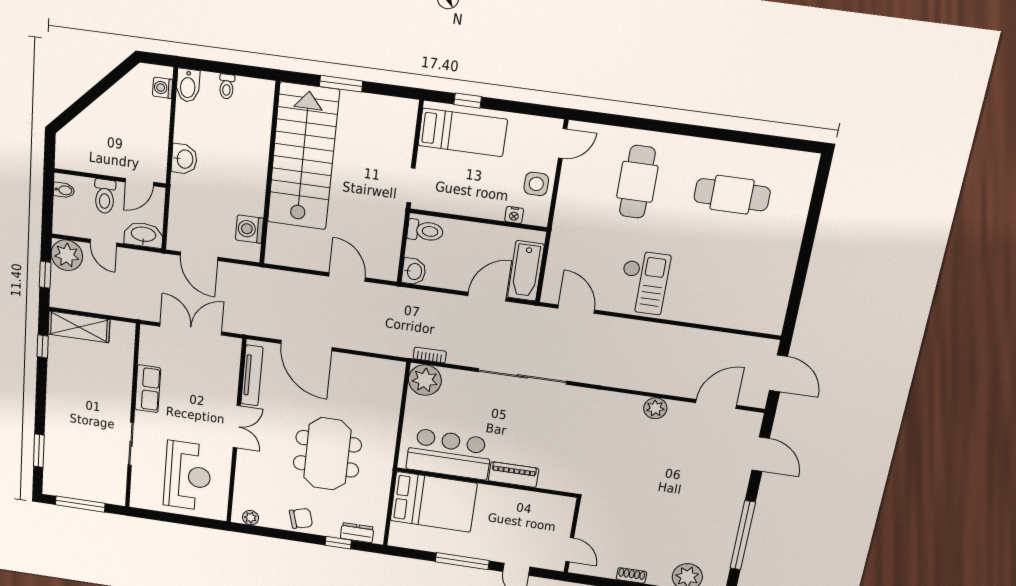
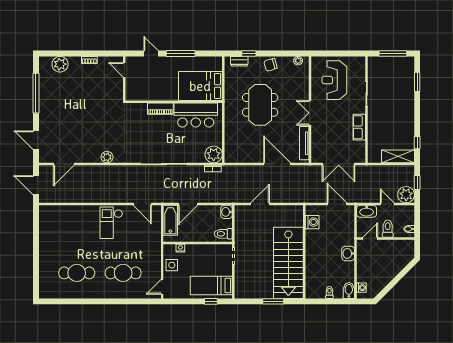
cafe table: (637, 182) -> (123, 273), turned 90
door: (347, 277) -> (260, 204), swing flipped
plant: (655, 408) -> (107, 157), moved

